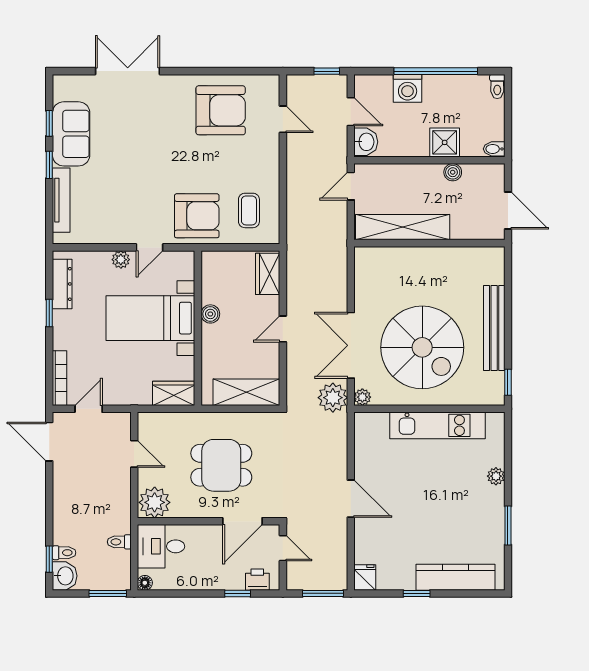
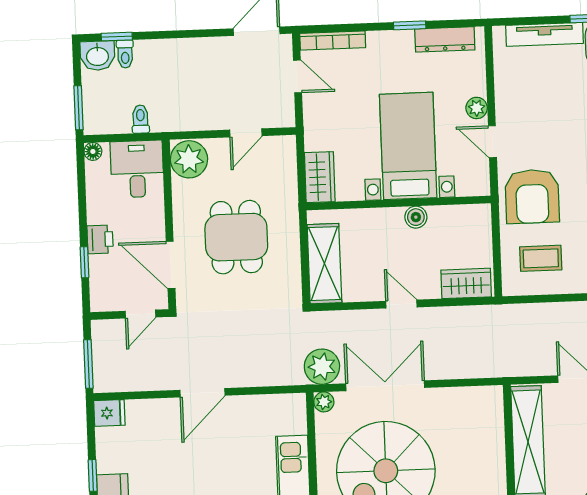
printer: (257, 580) -> (100, 239), moved

